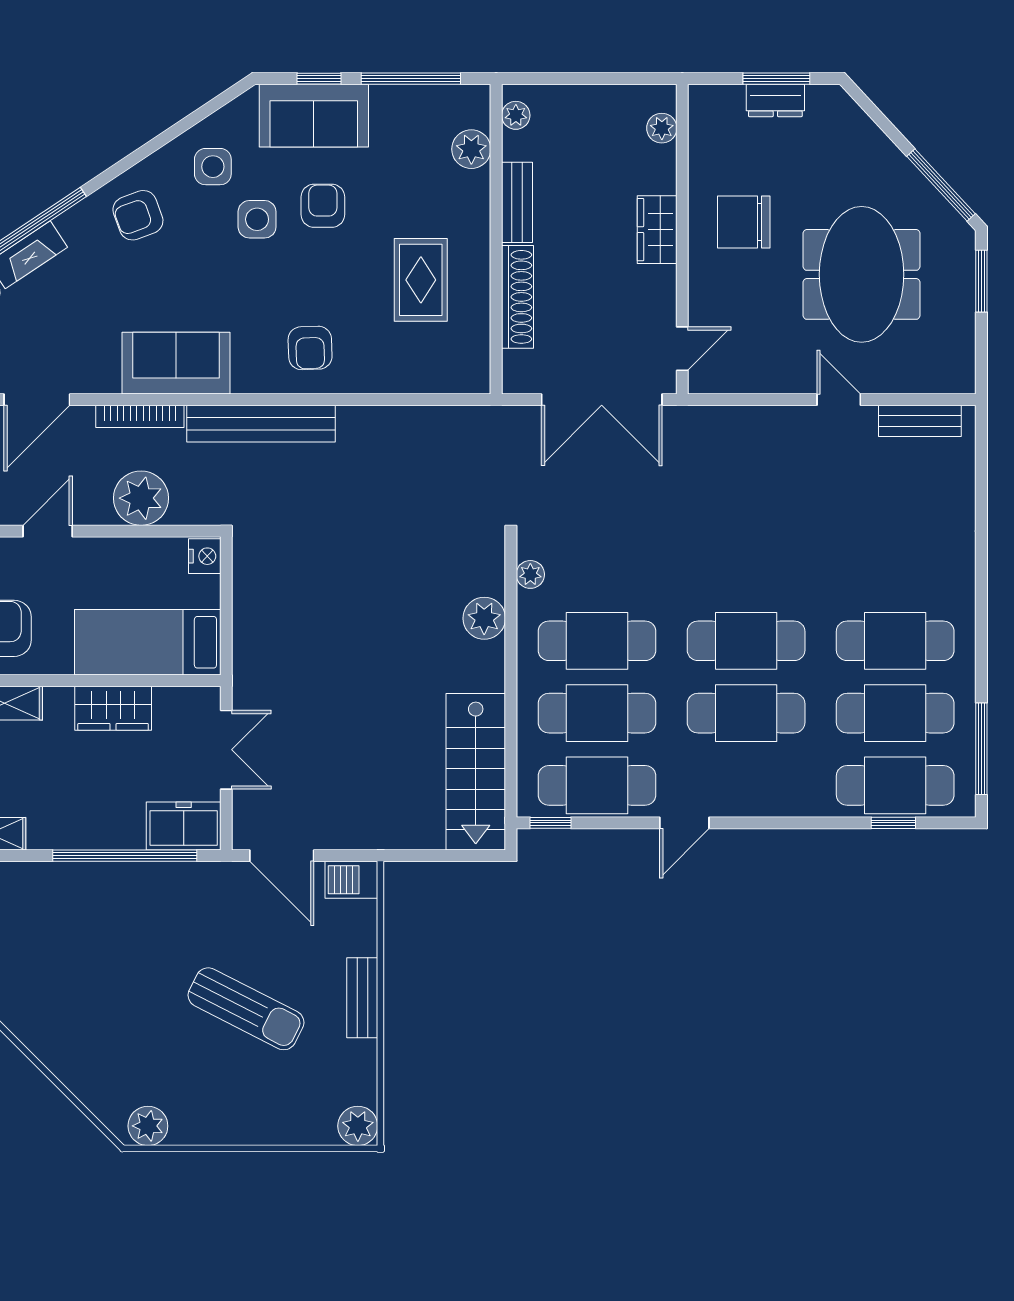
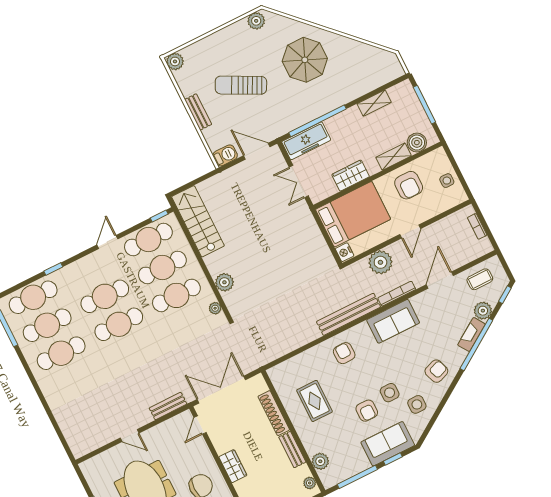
bench: (920, 421) -> (168, 406), moved
bed: (148, 642) -> (353, 214), width x1.50
window: (893, 823) -> (53, 269), moved
freezer: (184, 826) -> (306, 141), width x1.40
parasol: (88, 995) -> (305, 60), added

